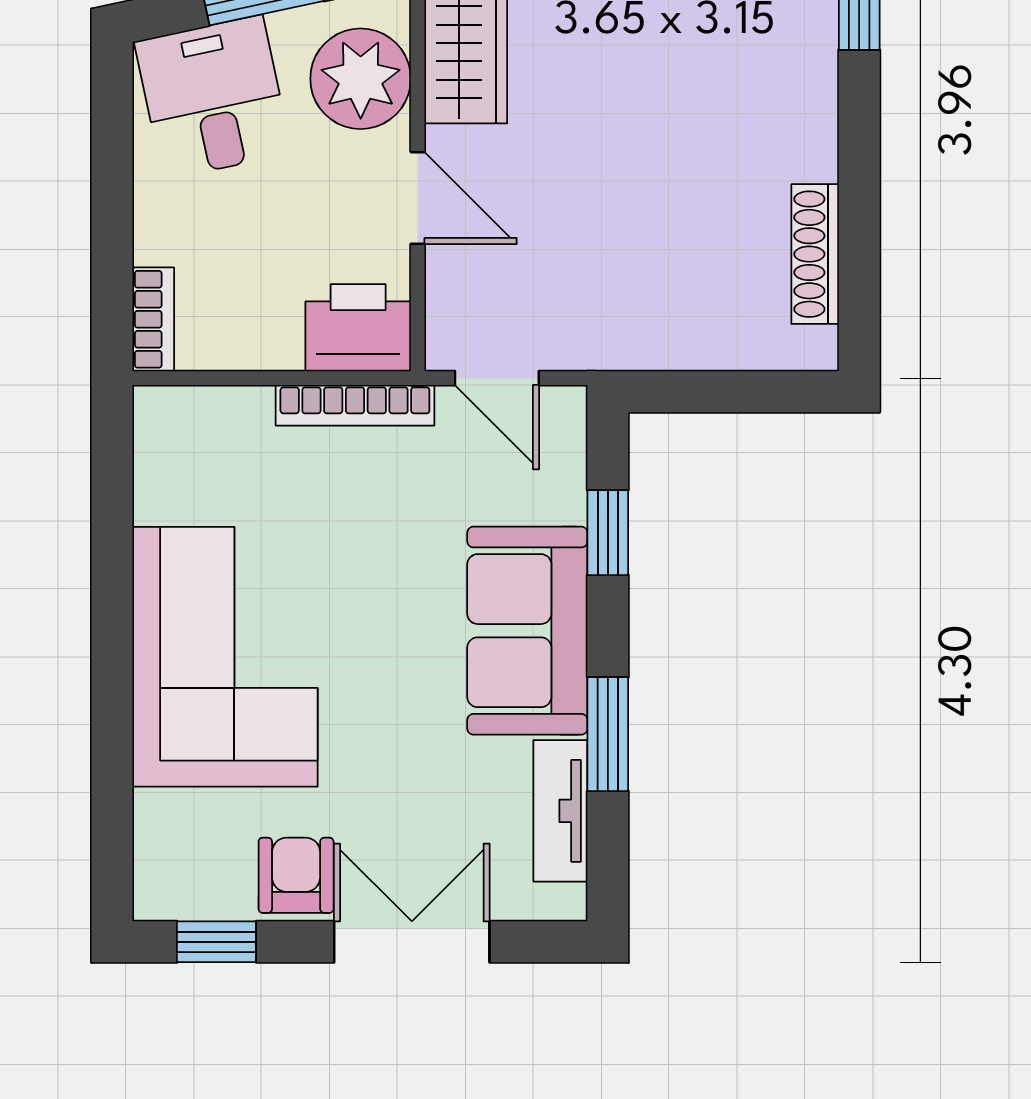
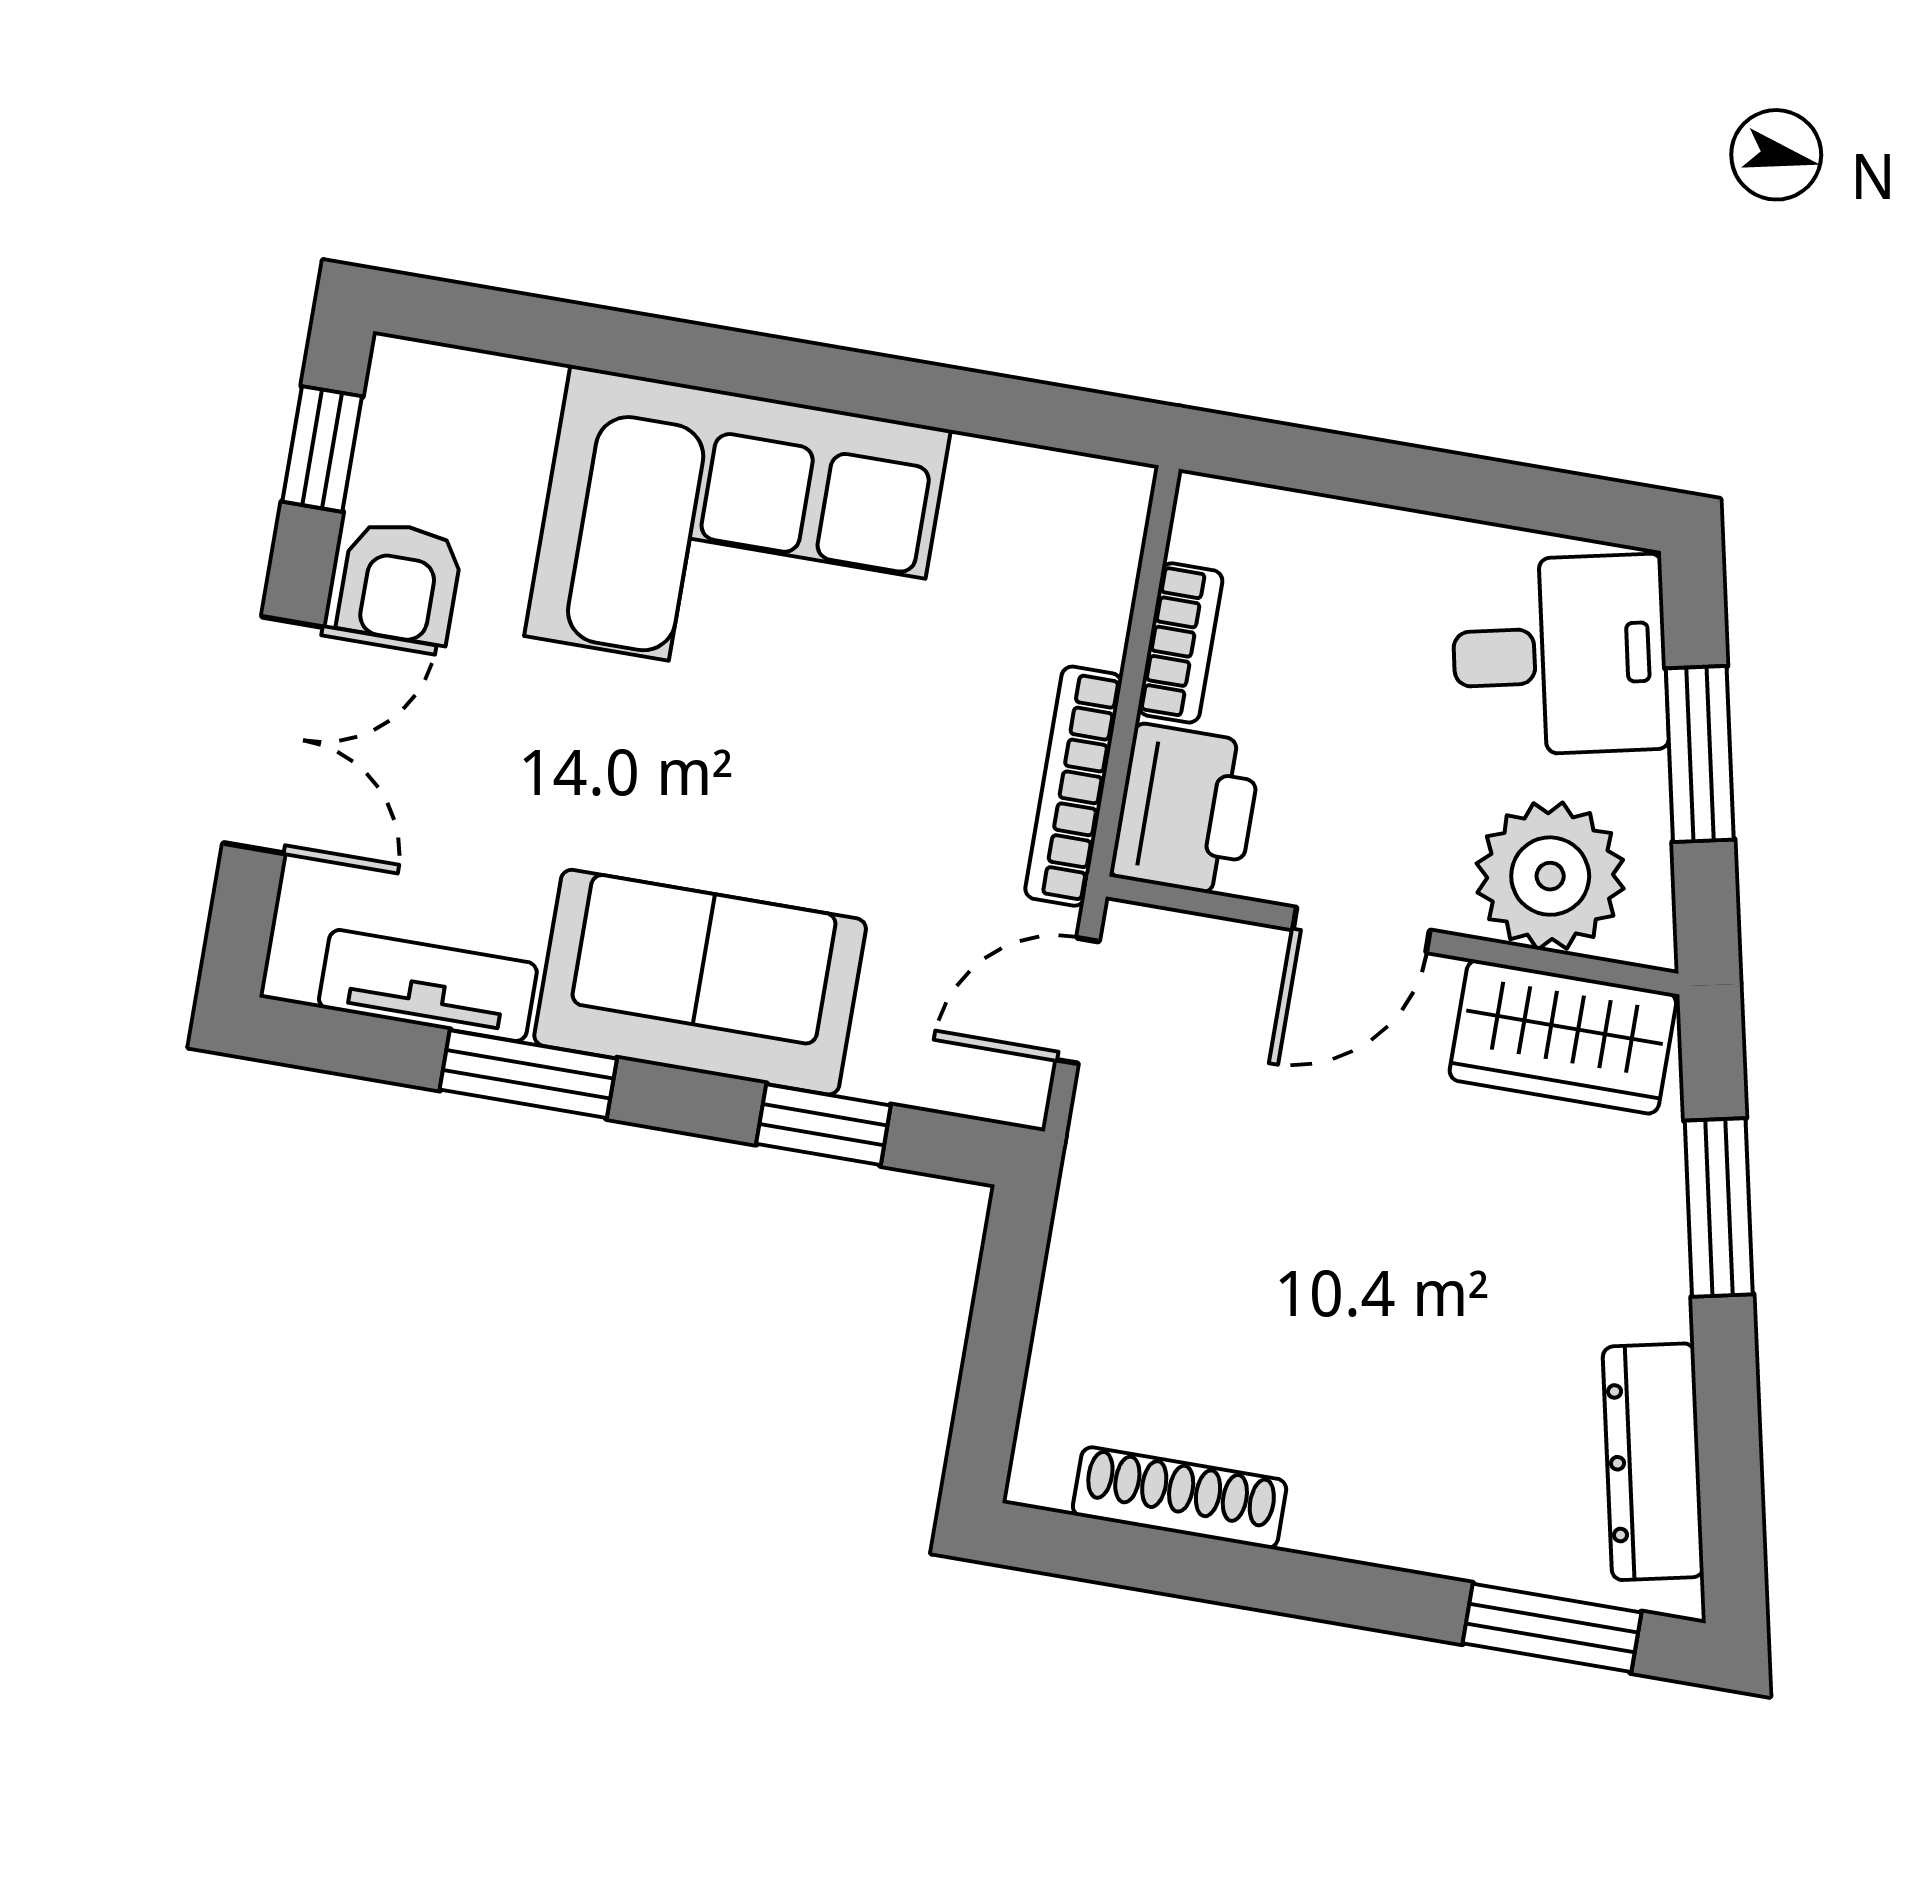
bookcase: (153, 319) -> (1180, 643), moved, turned -90
armchair: (296, 875) -> (400, 582), turned 90

